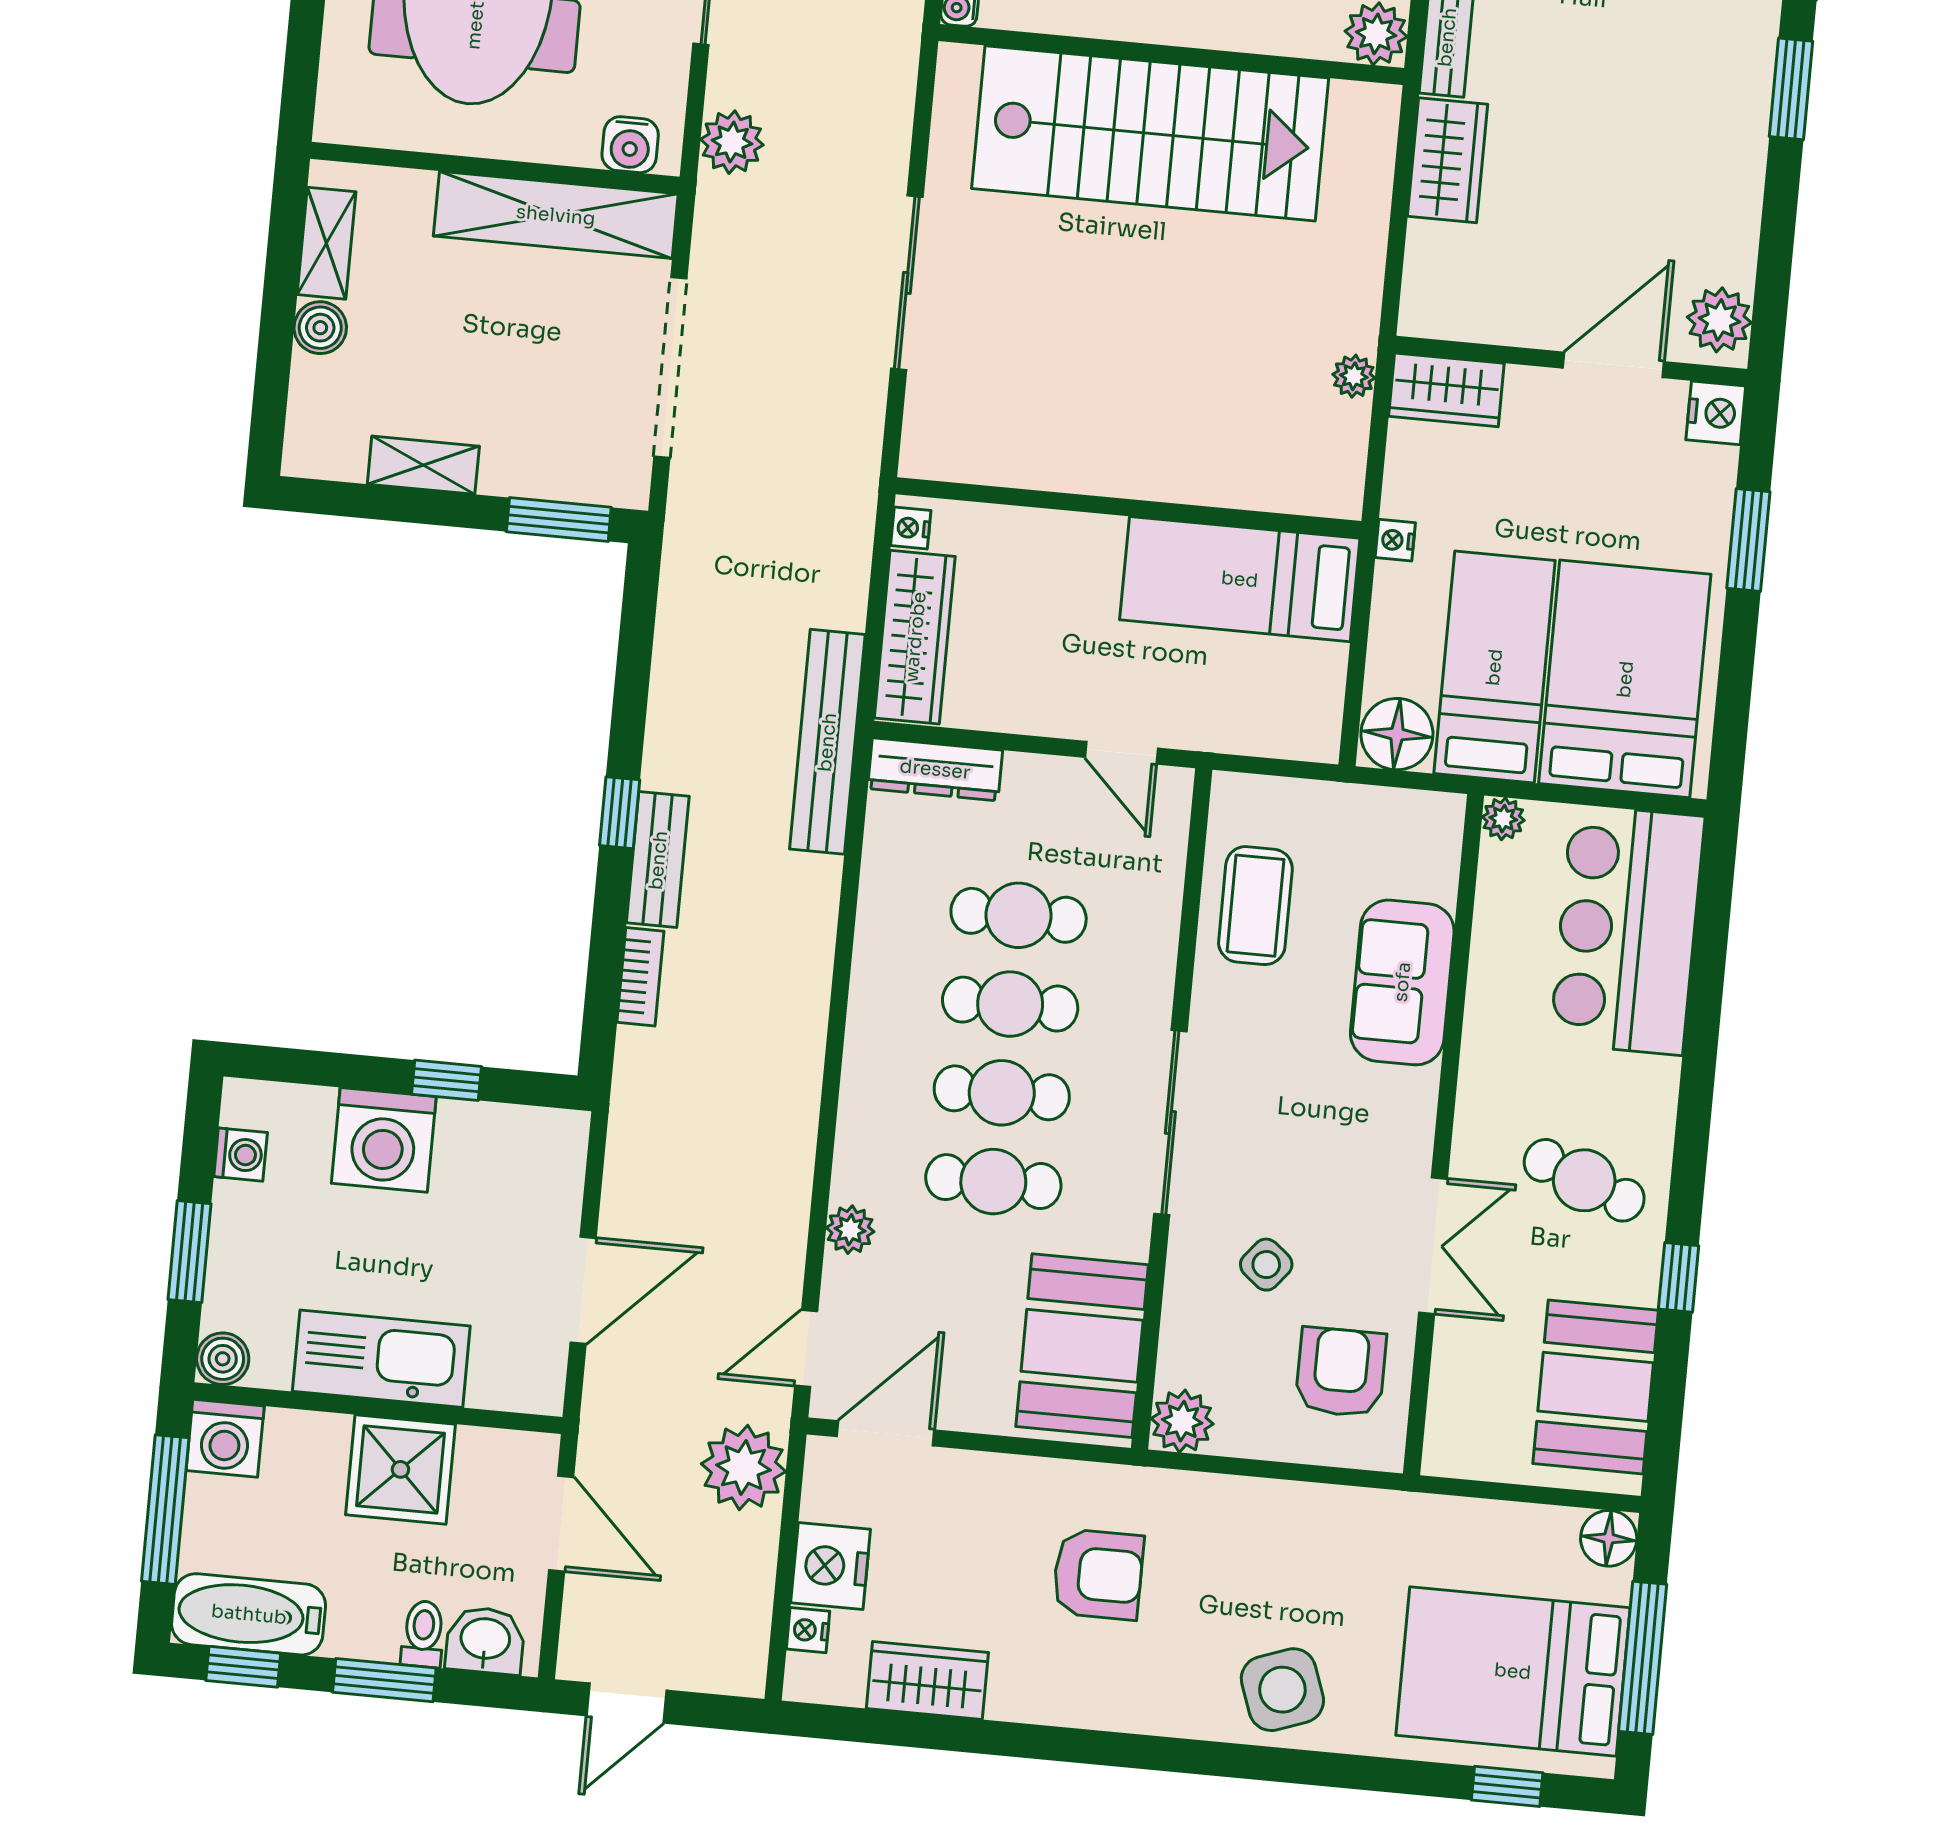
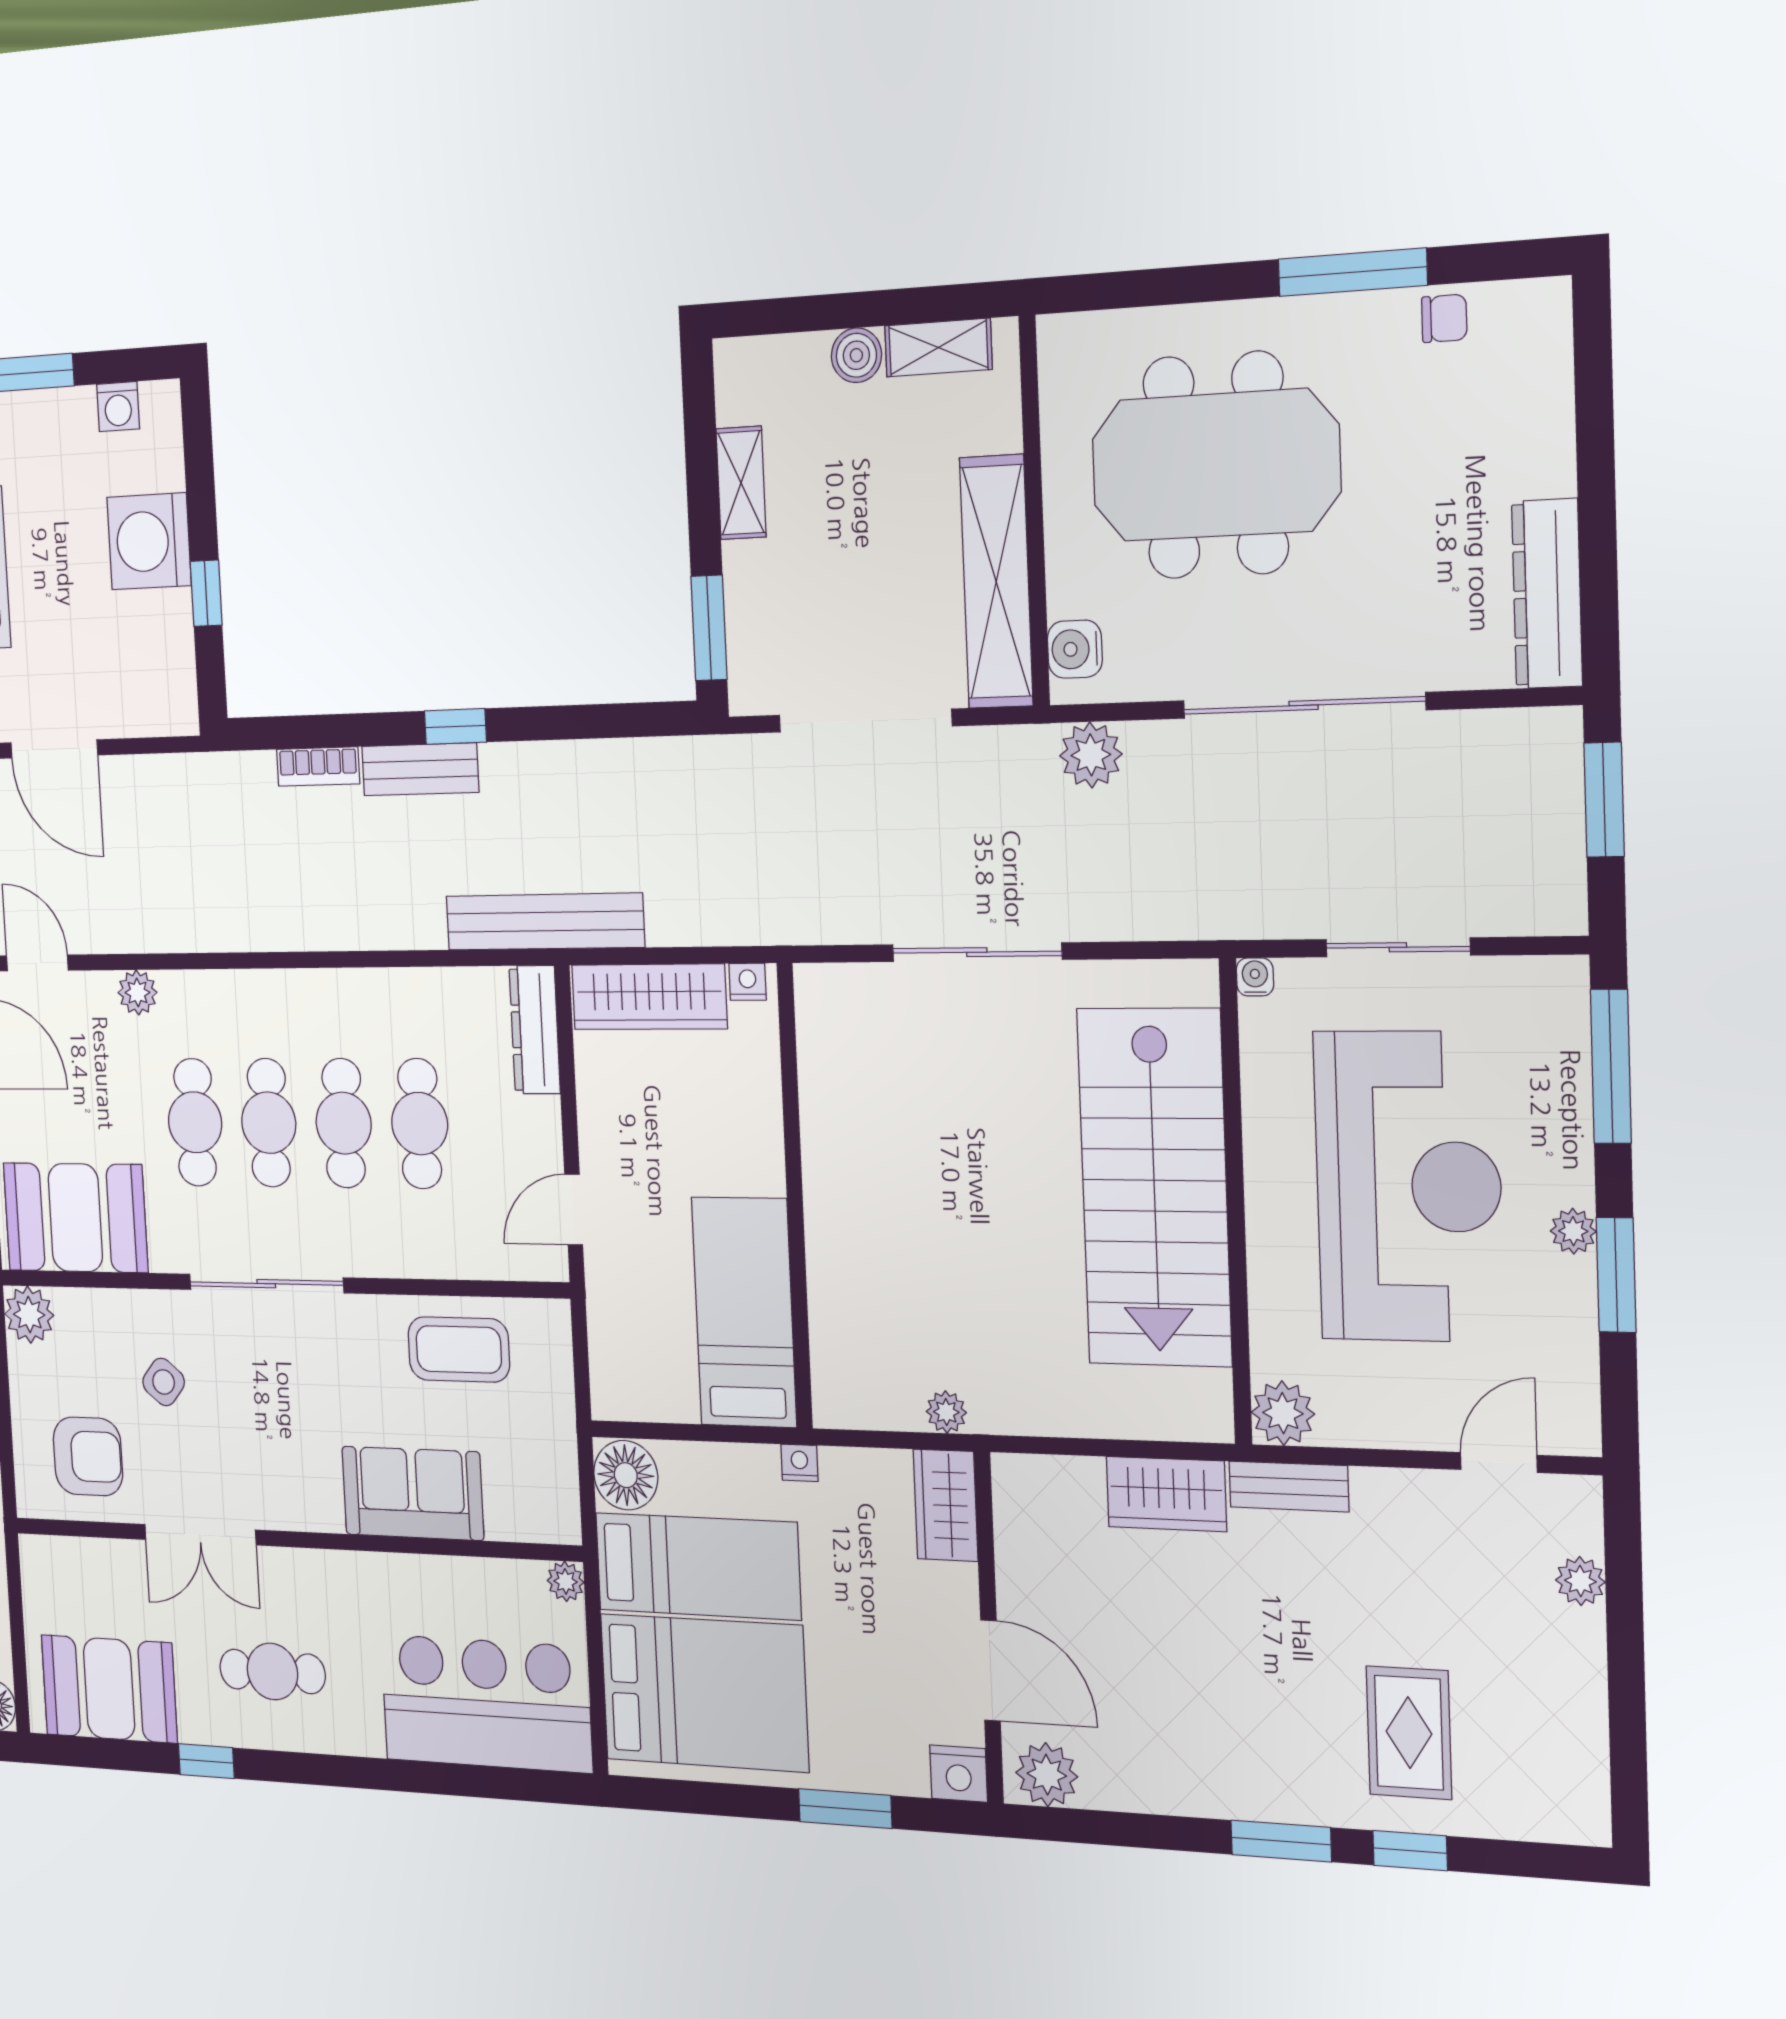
cafe table: (1584, 1180) -> (272, 1671), turned 69

